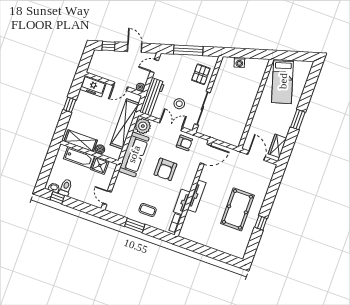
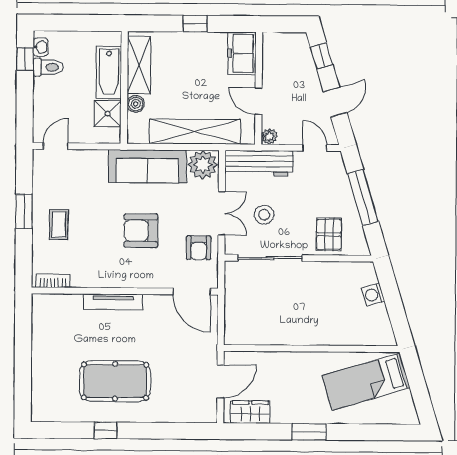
pallet: (201, 74) -> (329, 234), turned 90
tv unit: (182, 202) -> (94, 279), removed

